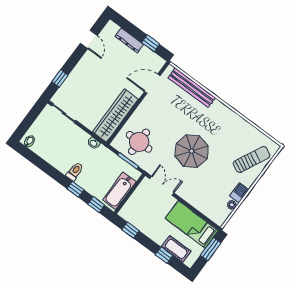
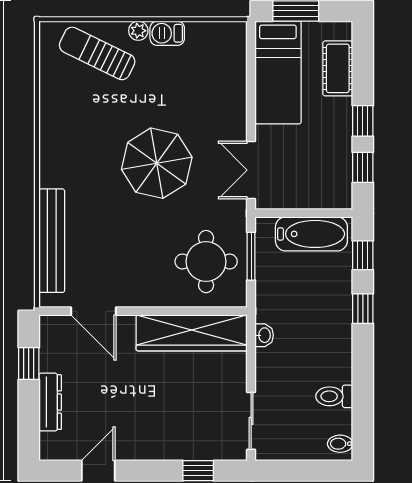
toilet: (75, 171) -> (334, 396), moved
plant: (232, 205) -> (138, 31), moved
window: (164, 255) -> (363, 121), moved

